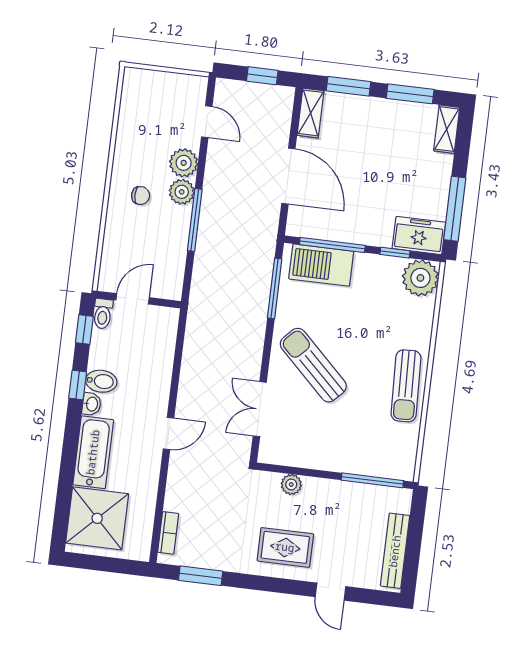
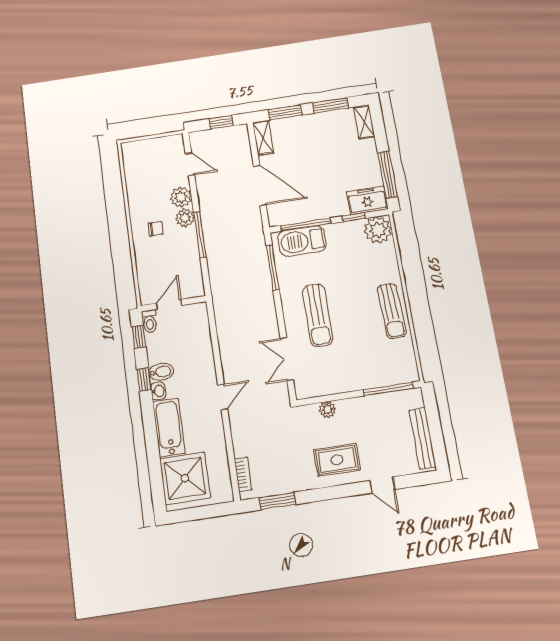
sun lounger: (313, 365) -> (318, 315), turned -134

